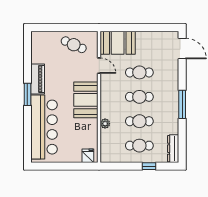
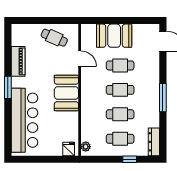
booth: (118, 43) -> (114, 36), moved
piano: (38, 79) -> (18, 61), moved
plant: (105, 124) -> (86, 147), moved

